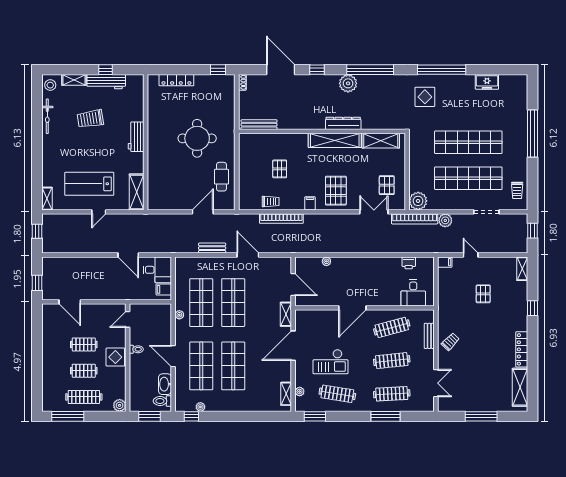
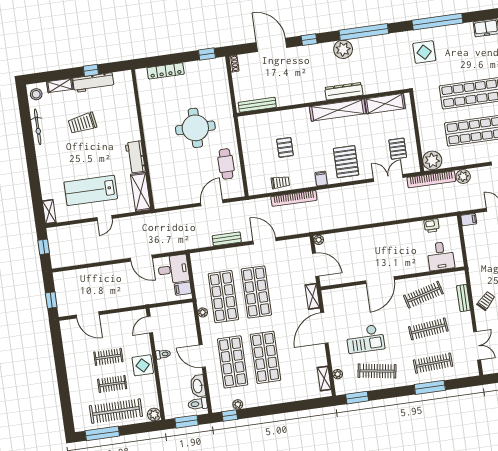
workbench: (136, 137) -> (135, 157), moved
plant: (326, 261) -> (319, 240), moved
clothes rail: (84, 397) -> (116, 411), width x1.37, depth x1.31

